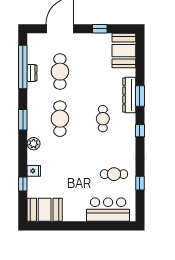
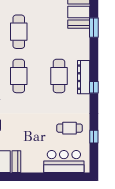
dresser: (129, 95) -> (84, 77), moved
window: (140, 96) -> (94, 28), moved
cafe table: (103, 119) -> (59, 76), width x1.37, depth x1.35

